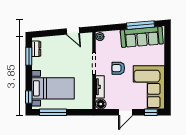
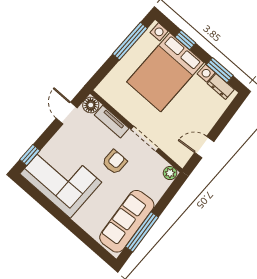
bed with nightstands: (53, 88) -> (165, 72), width x1.36
window: (29, 97) -> (185, 40), moved
door: (126, 112) -> (67, 113), moved

